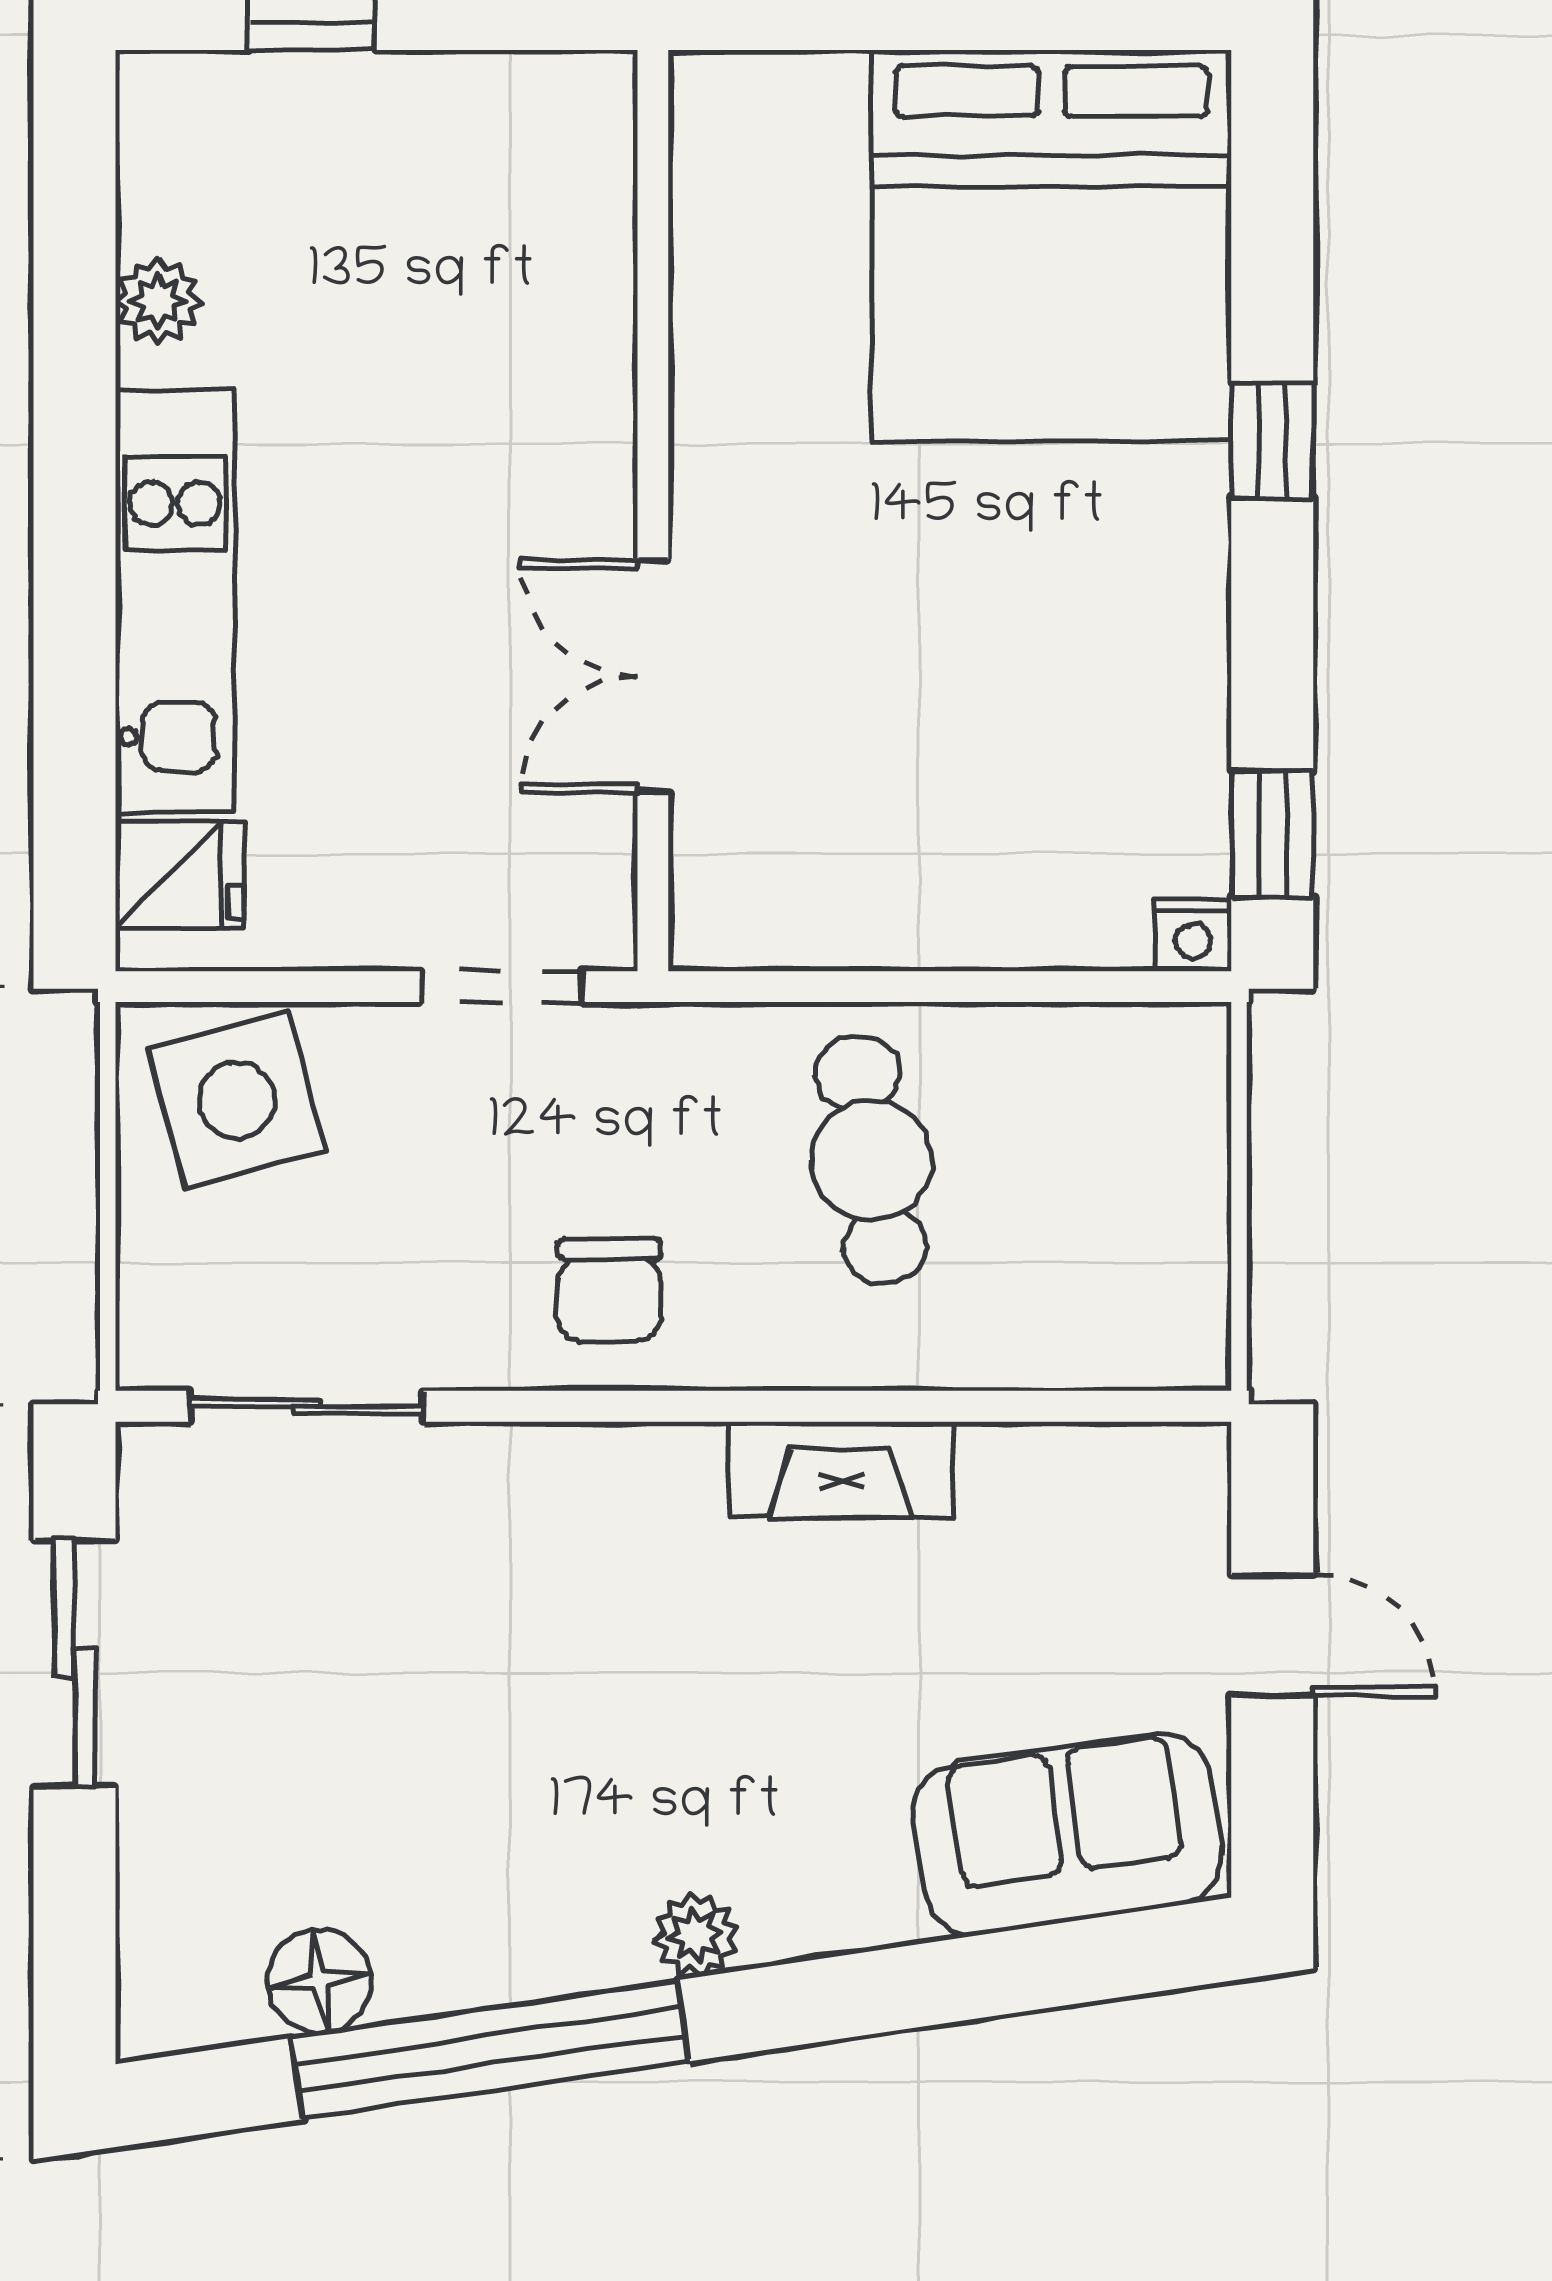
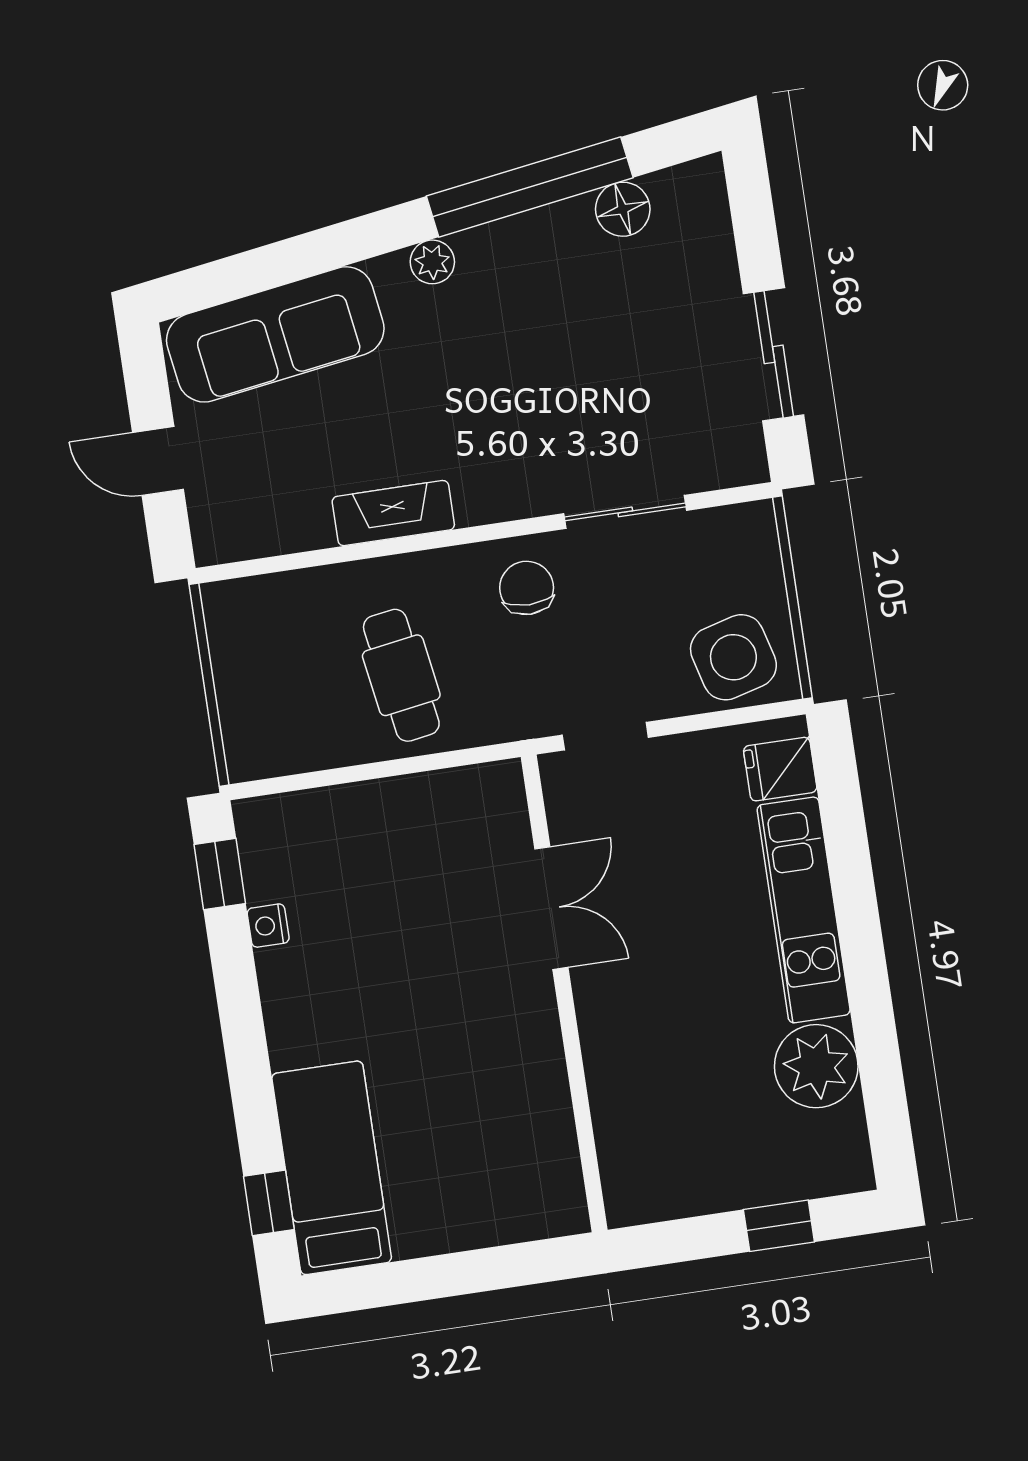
bed: (1051, 246) -> (332, 1168), width x0.49
plant: (158, 301) -> (816, 1066), width x1.88, depth x1.88
window: (1272, 441) -> (269, 1203), moved
nightstand: (1193, 935) -> (268, 926), moved, turned -90
sliding door: (306, 1406) -> (625, 512), moved
sofa: (1068, 1834) -> (275, 334), width x1.36

